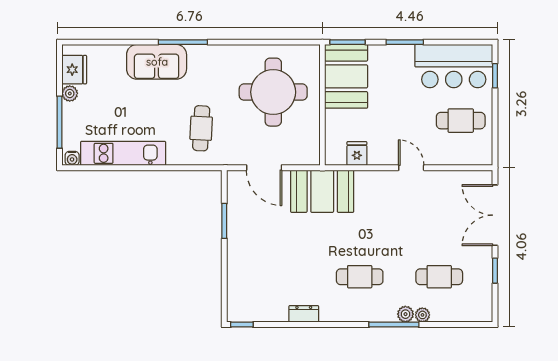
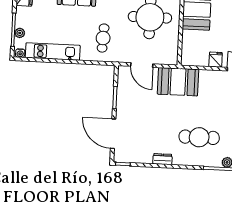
plant: (70, 93) -> (20, 33), moved
fridge: (357, 153) -> (216, 60), moved
cafe table: (360, 277) -> (199, 137), width x1.37, depth x1.35
door: (224, 278) -> (113, 134), added

